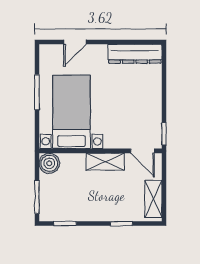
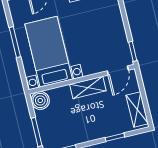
door: (142, 151) -> (118, 70), hinge flipped

